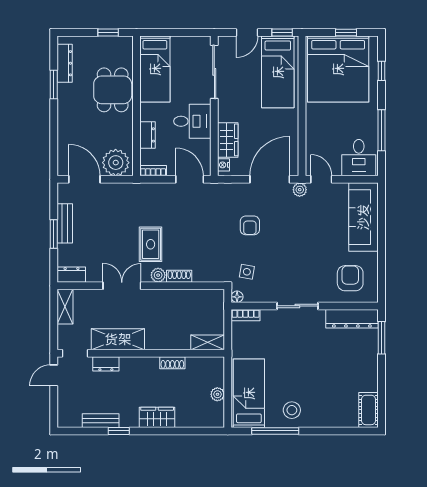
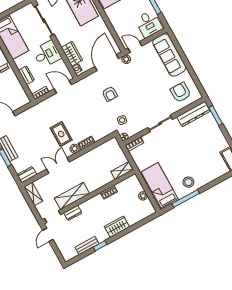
plant: (116, 163) -> (17, 100), removed

